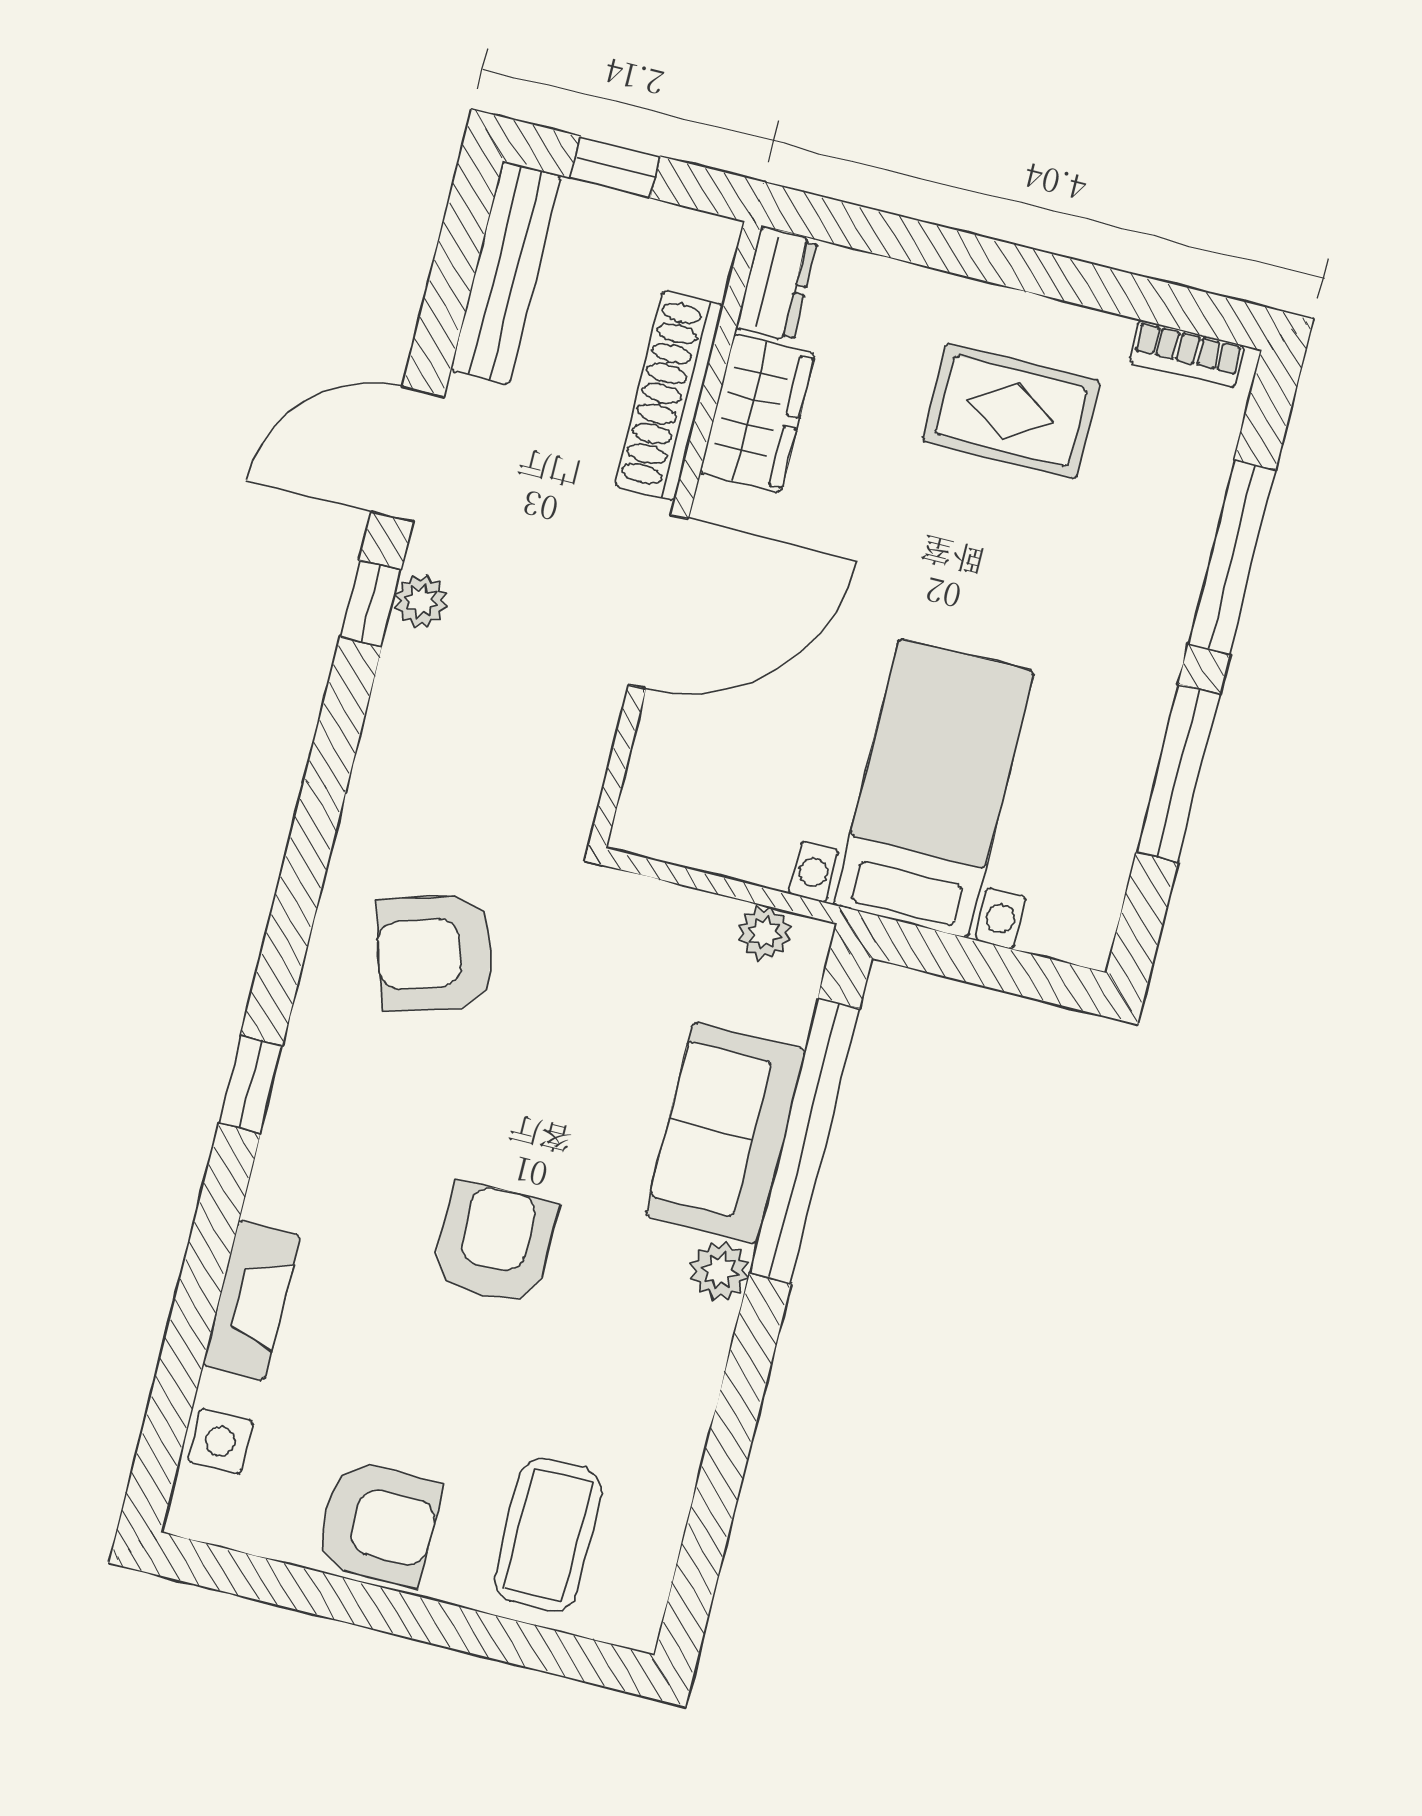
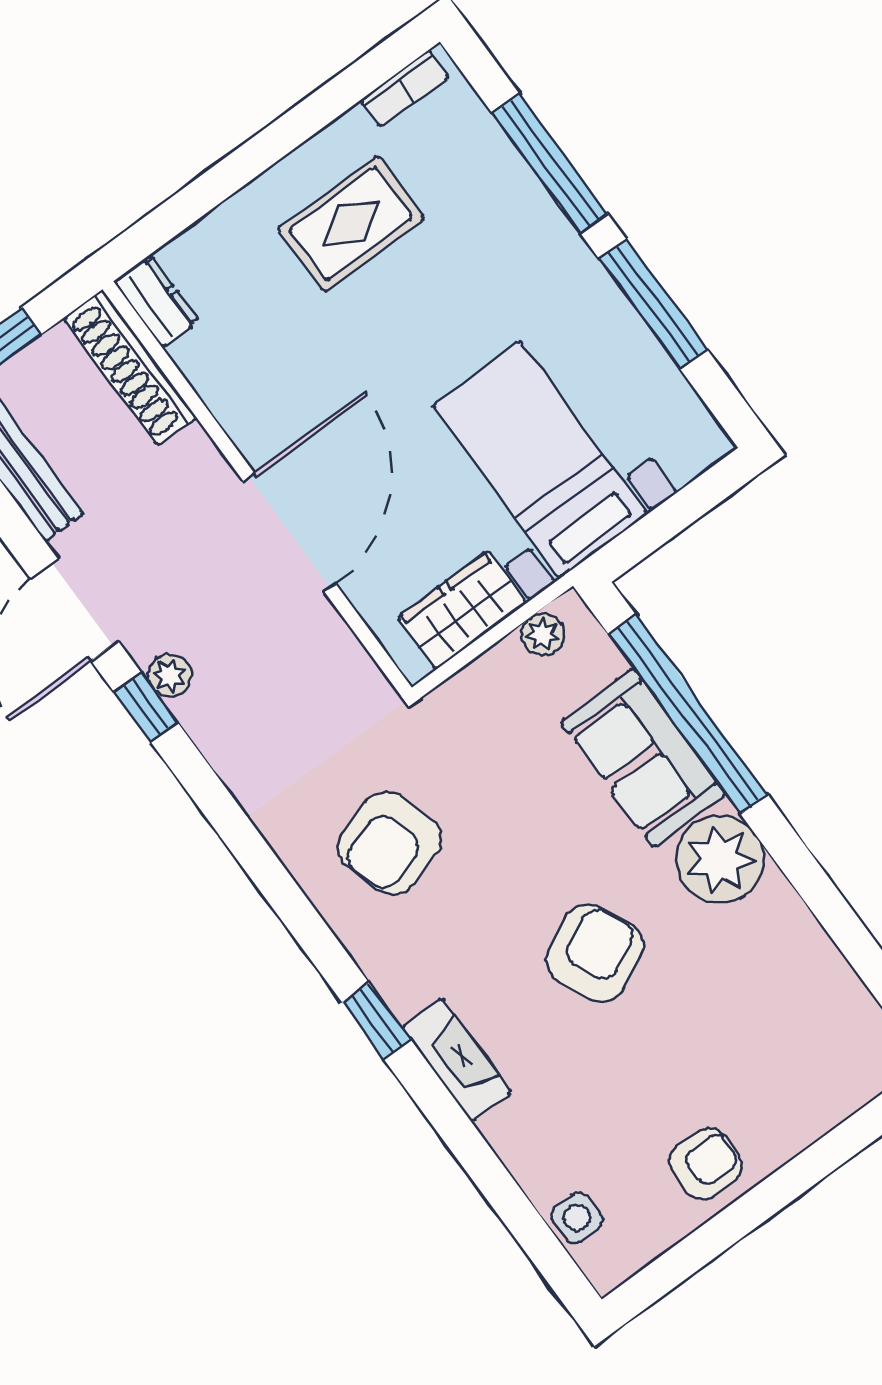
shoe rack: (669, 395) -> (130, 368), moved
wardrobe: (757, 413) -> (462, 610), moved, turned -90
armchair: (495, 1244) -> (595, 953), turned 64
plant: (720, 1271) -> (720, 859), width x1.88, depth x1.88
fireplace: (251, 1301) -> (457, 1060), moved
armchair: (378, 1524) -> (706, 1164), width x0.72, depth x0.72
coffee table: (548, 1535) -> (797, 1067), removed

